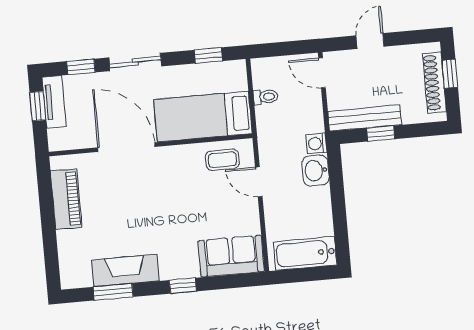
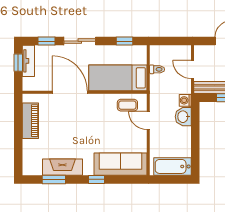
door: (322, 73) -> (193, 69), moved
sofa: (231, 256) -> (120, 164), width x1.36

